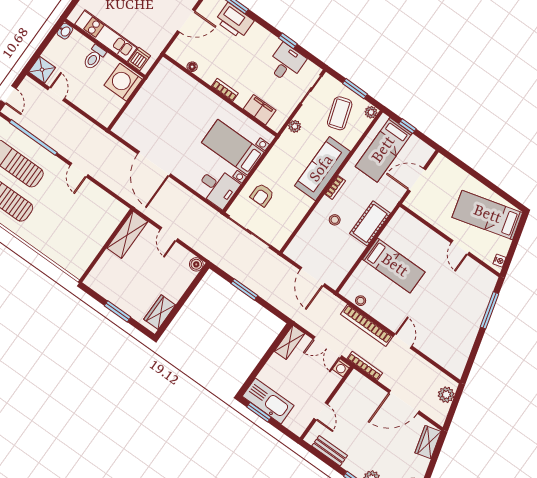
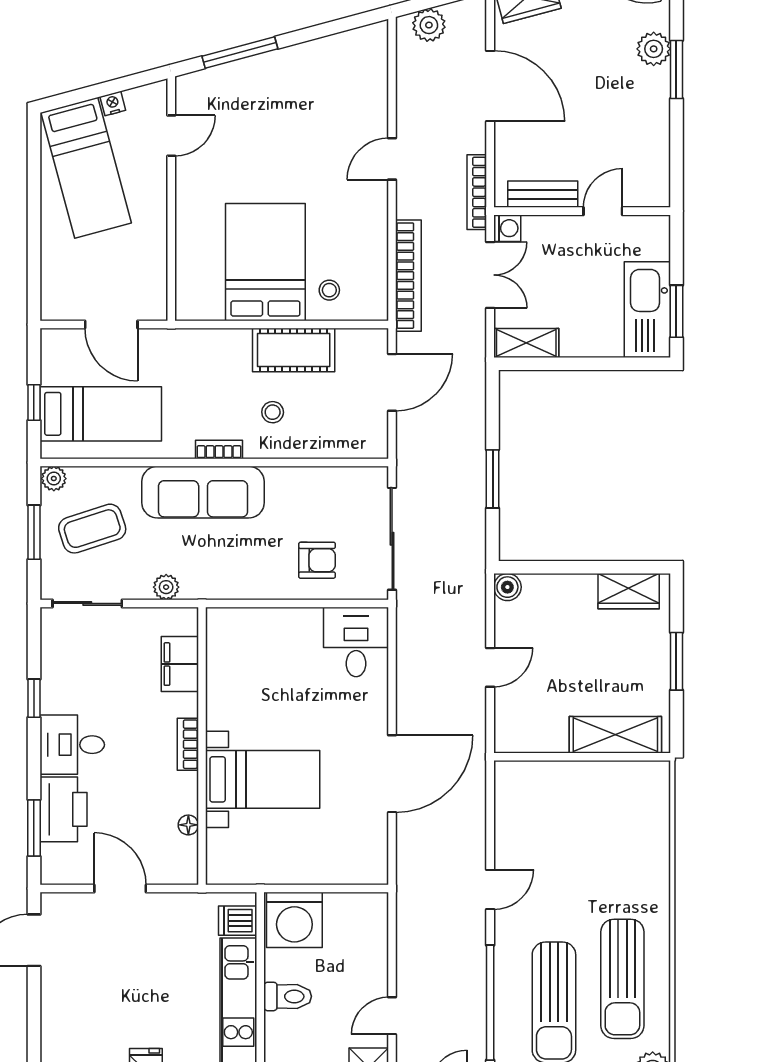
desk: (286, 63) -> (72, 745), moved
bed with nightstands: (233, 147) -> (263, 779), moved, turned -90
cot: (370, 223) -> (294, 350), moved
shelving: (127, 235) -> (615, 735), moved
door: (460, 247) -> (171, 136), moved
nightstand: (499, 261) -> (113, 103), moved
bed: (394, 266) -> (265, 262), width x1.50
stool: (361, 301) -> (329, 290), moved
bookcase: (367, 325) -> (408, 276), moved
bench: (330, 451) -> (543, 194), moved, turned 90

